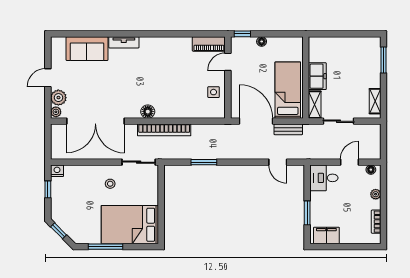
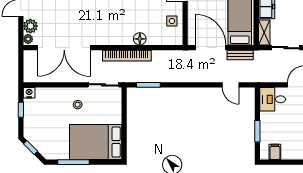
floor lamp: (148, 112) -> (140, 39), moved
window: (204, 162) -> (148, 85), moved
filing cabinet: (326, 236) -> (275, 152), width x0.50

